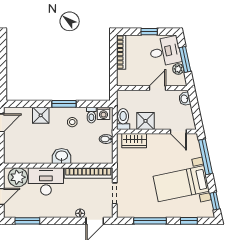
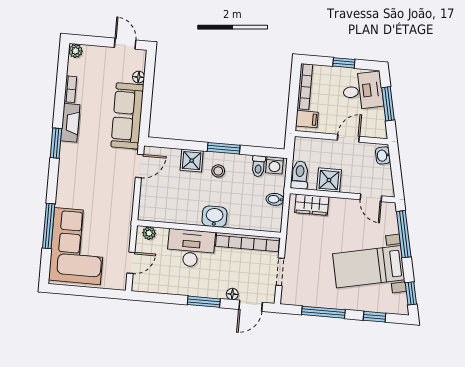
plant: (178, 69) -> (378, 115), removed
filing cabinet: (125, 76) -> (307, 119), added
stool: (72, 122) -> (218, 171), moved
plant: (18, 177) -> (149, 233), width x0.53, depth x0.53
window: (27, 221) -> (204, 302), moved

